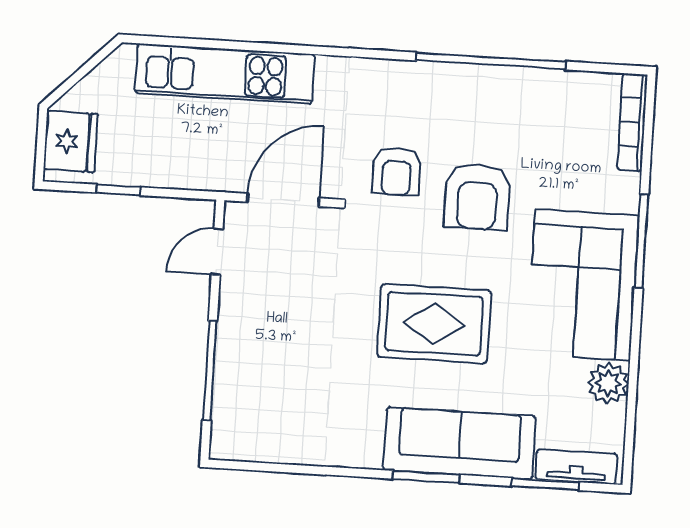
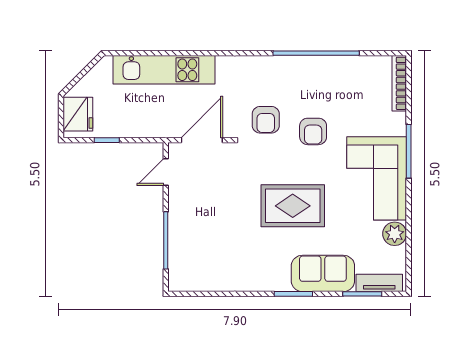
armchair: (477, 197) -> (313, 131), width x0.72, depth x0.72
sofa: (460, 443) -> (323, 273), width x0.73

